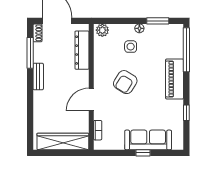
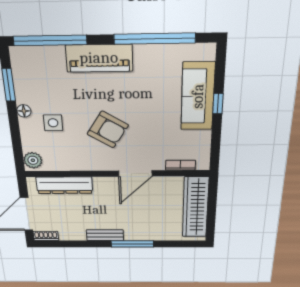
window: (30, 53) -> (132, 244), moved
door: (91, 100) -> (135, 173), hinge flipped
window: (186, 113) -> (155, 39), width x3.17

